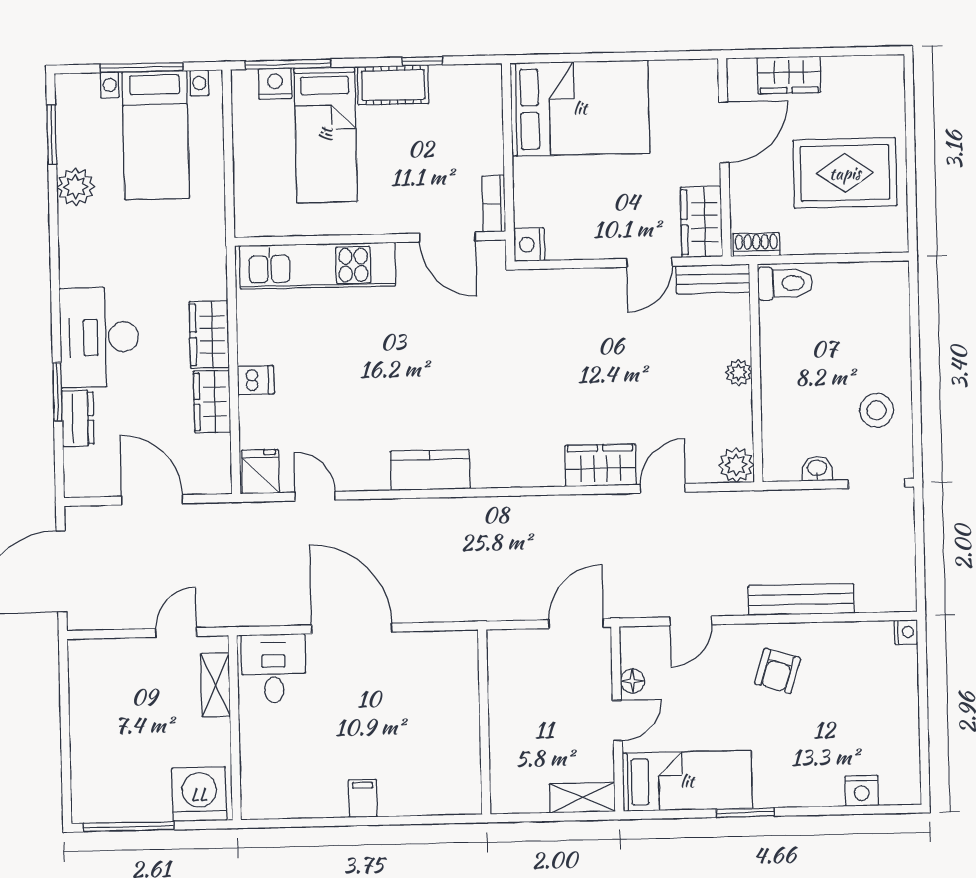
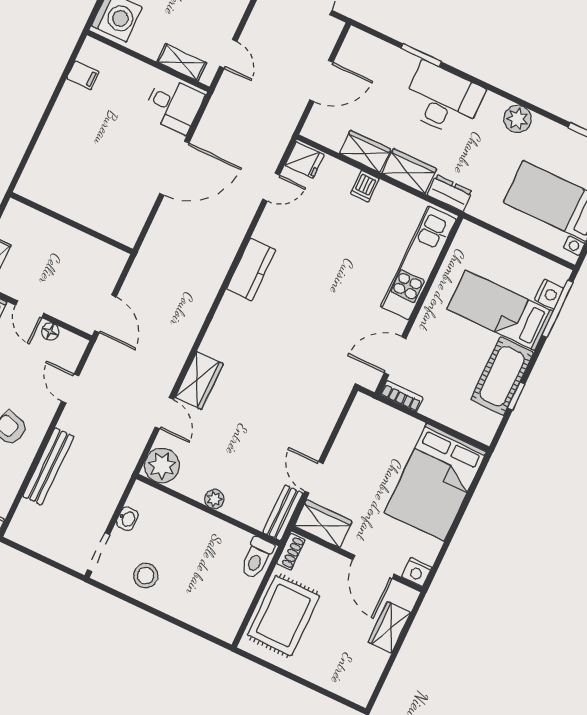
cot: (393, 85) -> (502, 376), width x1.37, depth x1.34
rug: (845, 173) -> (284, 616), moved
plant: (76, 187) -> (517, 119), moved
nightstand: (529, 245) -> (417, 572), moved, turned 180
dresser: (78, 418) -> (450, 193), moved, turned 180
plant: (736, 465) -> (162, 466), width x1.36, depth x1.36
filing cabinet: (363, 798) -> (83, 75), moved

